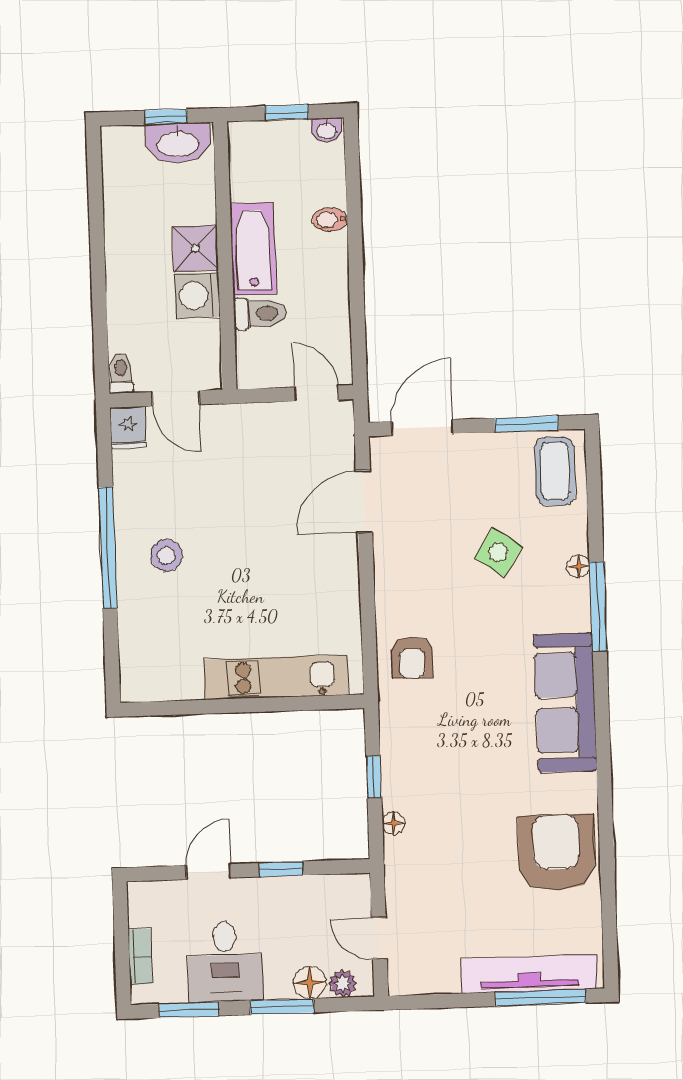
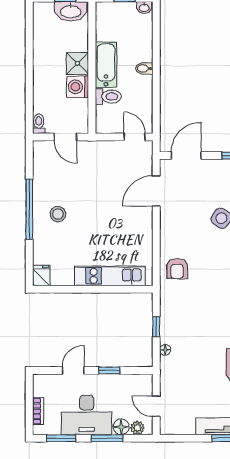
bidet: (330, 220) -> (144, 68), moved
fridge: (128, 428) -> (41, 276), moved, turned 180
desk: (225, 962) -> (87, 415), width x1.37

